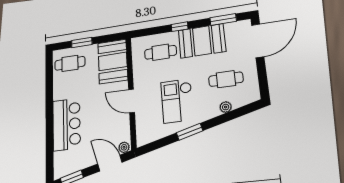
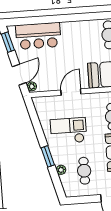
bar counter: (66, 124) -> (38, 36), moved
window: (190, 132) -> (48, 156), moved

